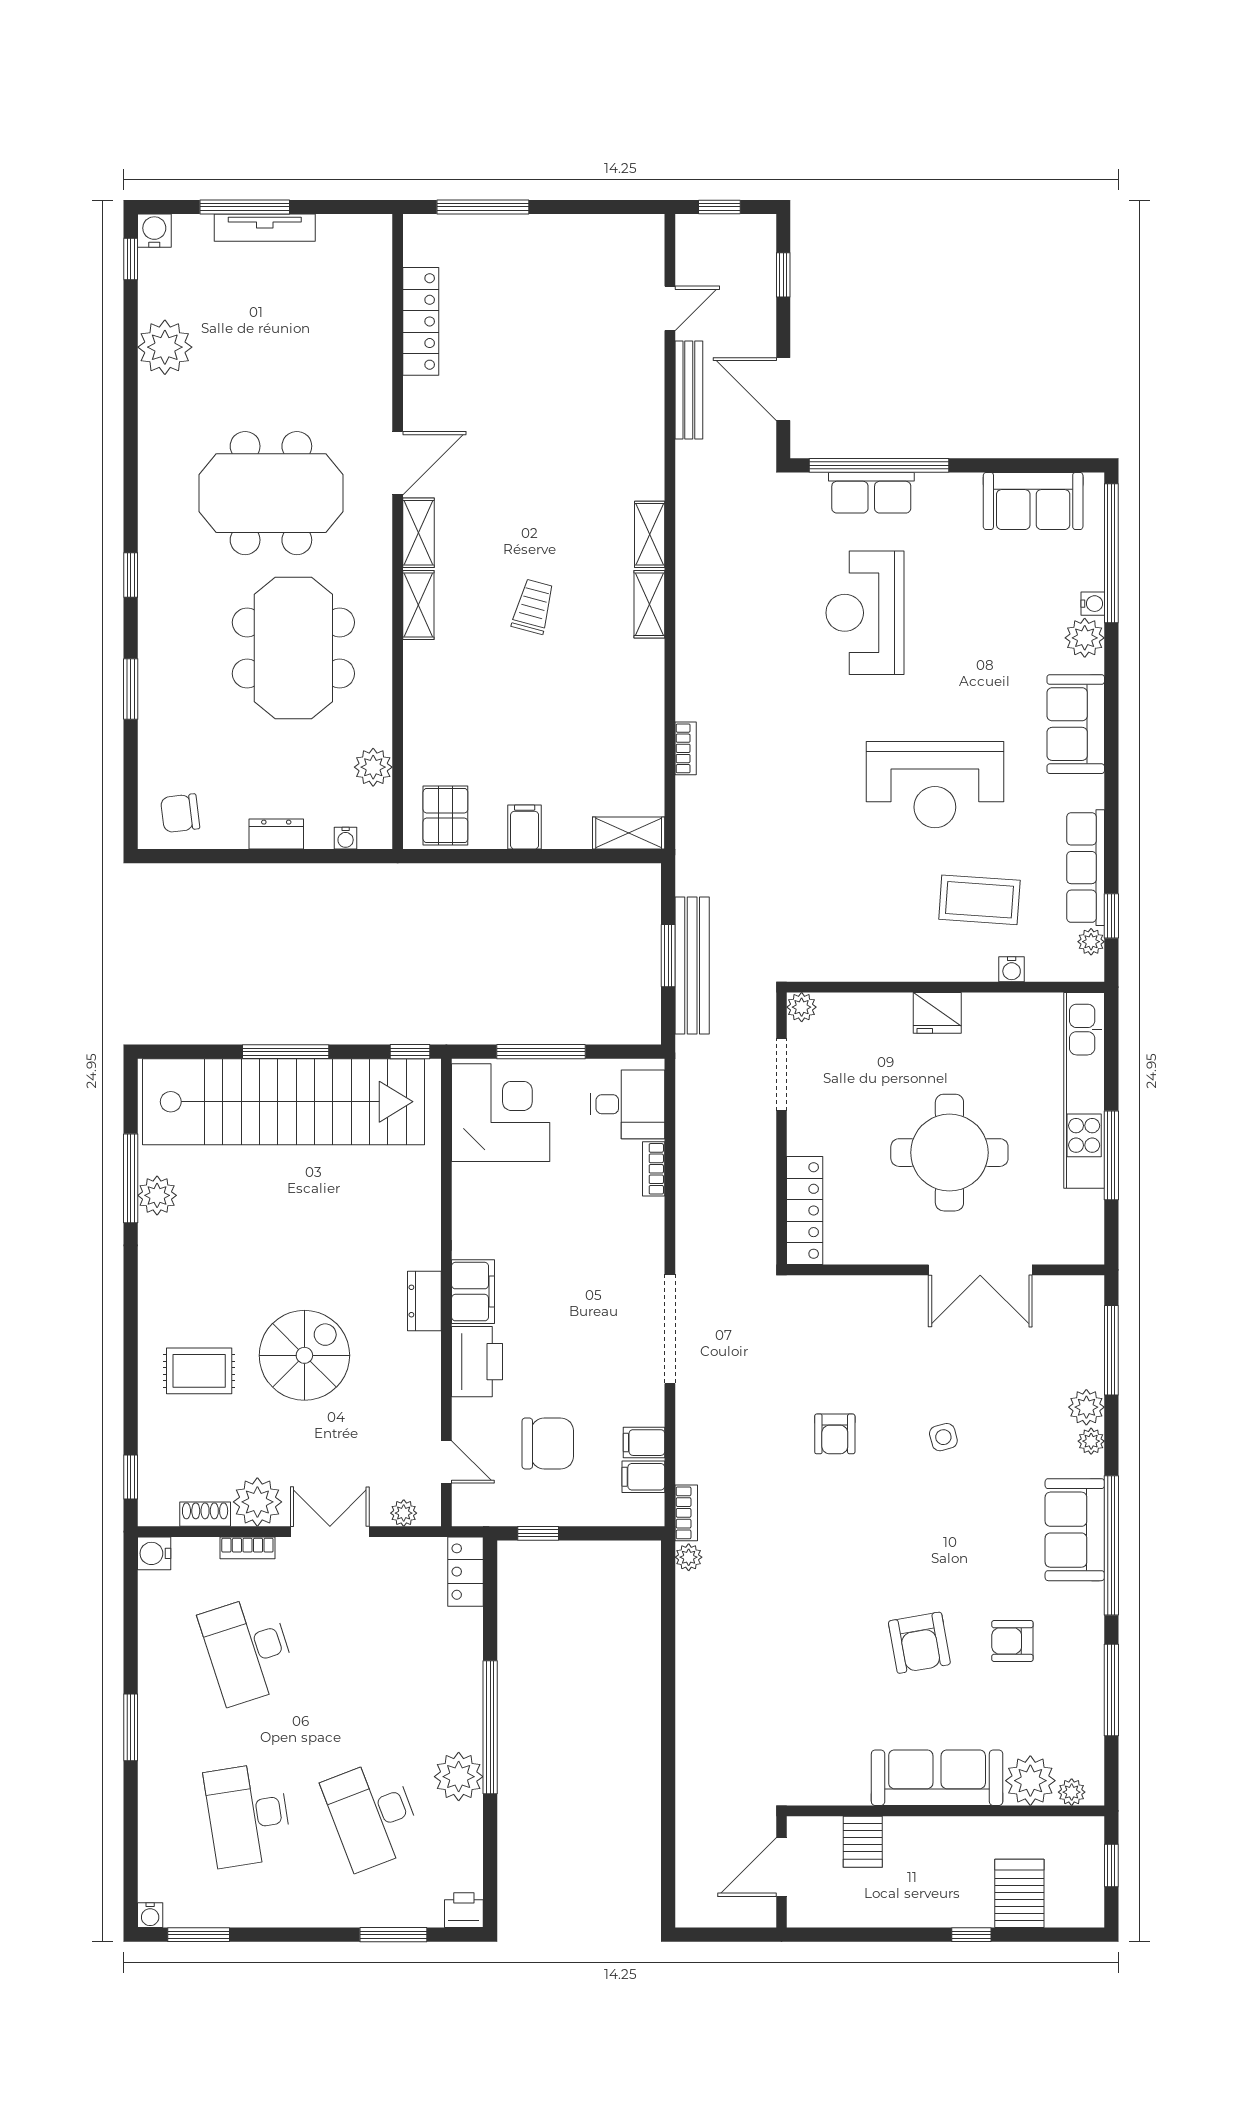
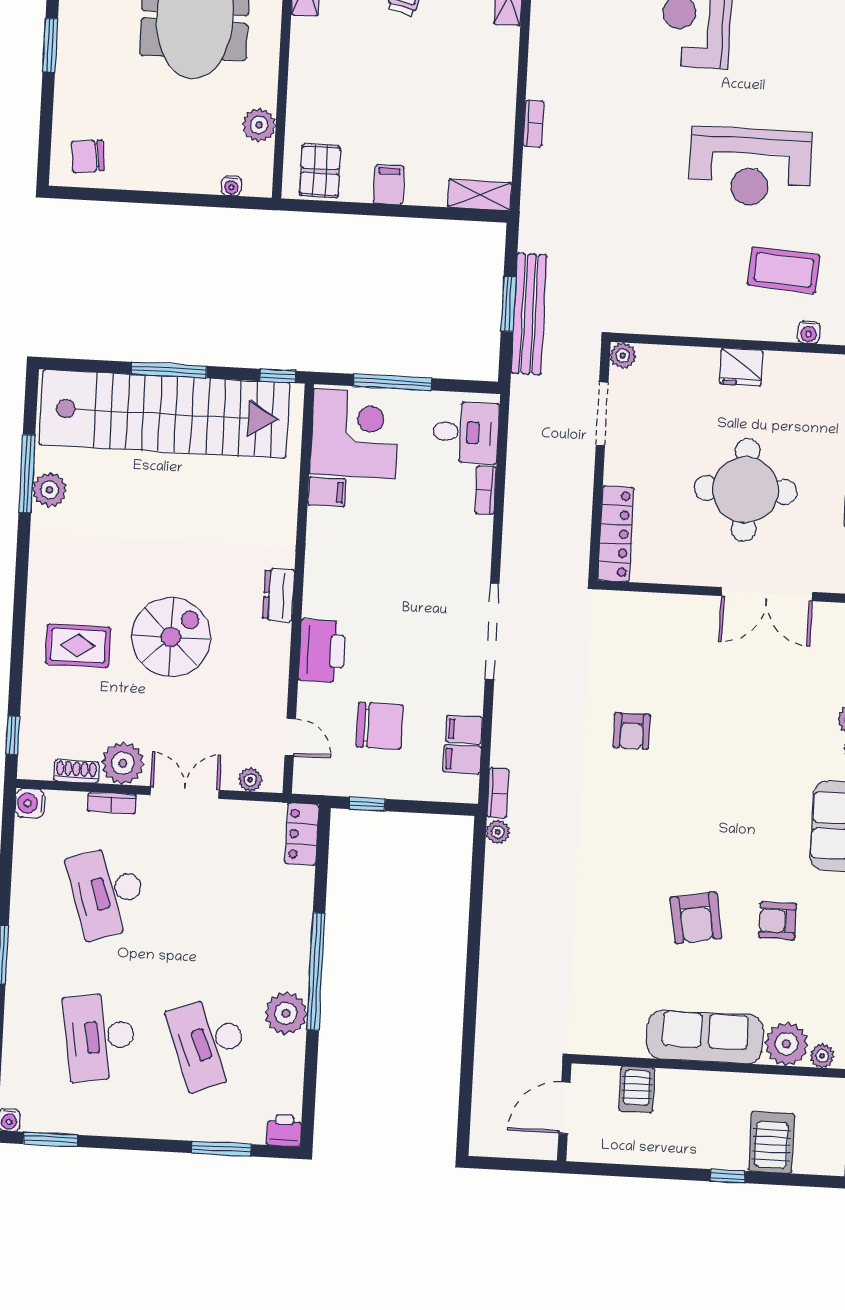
dresser: (276, 834) -> (171, 179), removed
filing cabinet: (473, 1292) -> (327, 492), moved, width x0.50
side table: (943, 1437) -> (727, 739), removed

